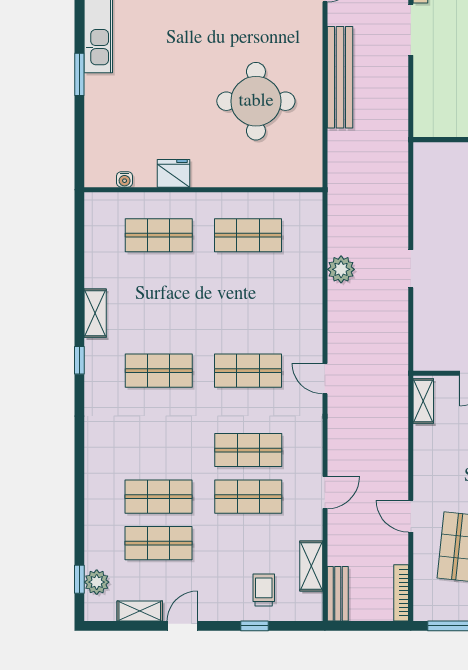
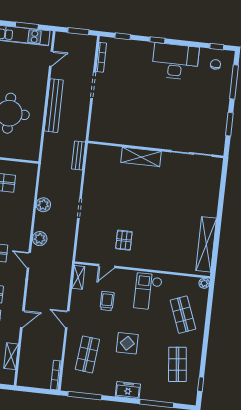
plant: (341, 335) -> (40, 239), added
door: (411, 516) -> (67, 319), moved
bench: (338, 594) -> (79, 156), moved

